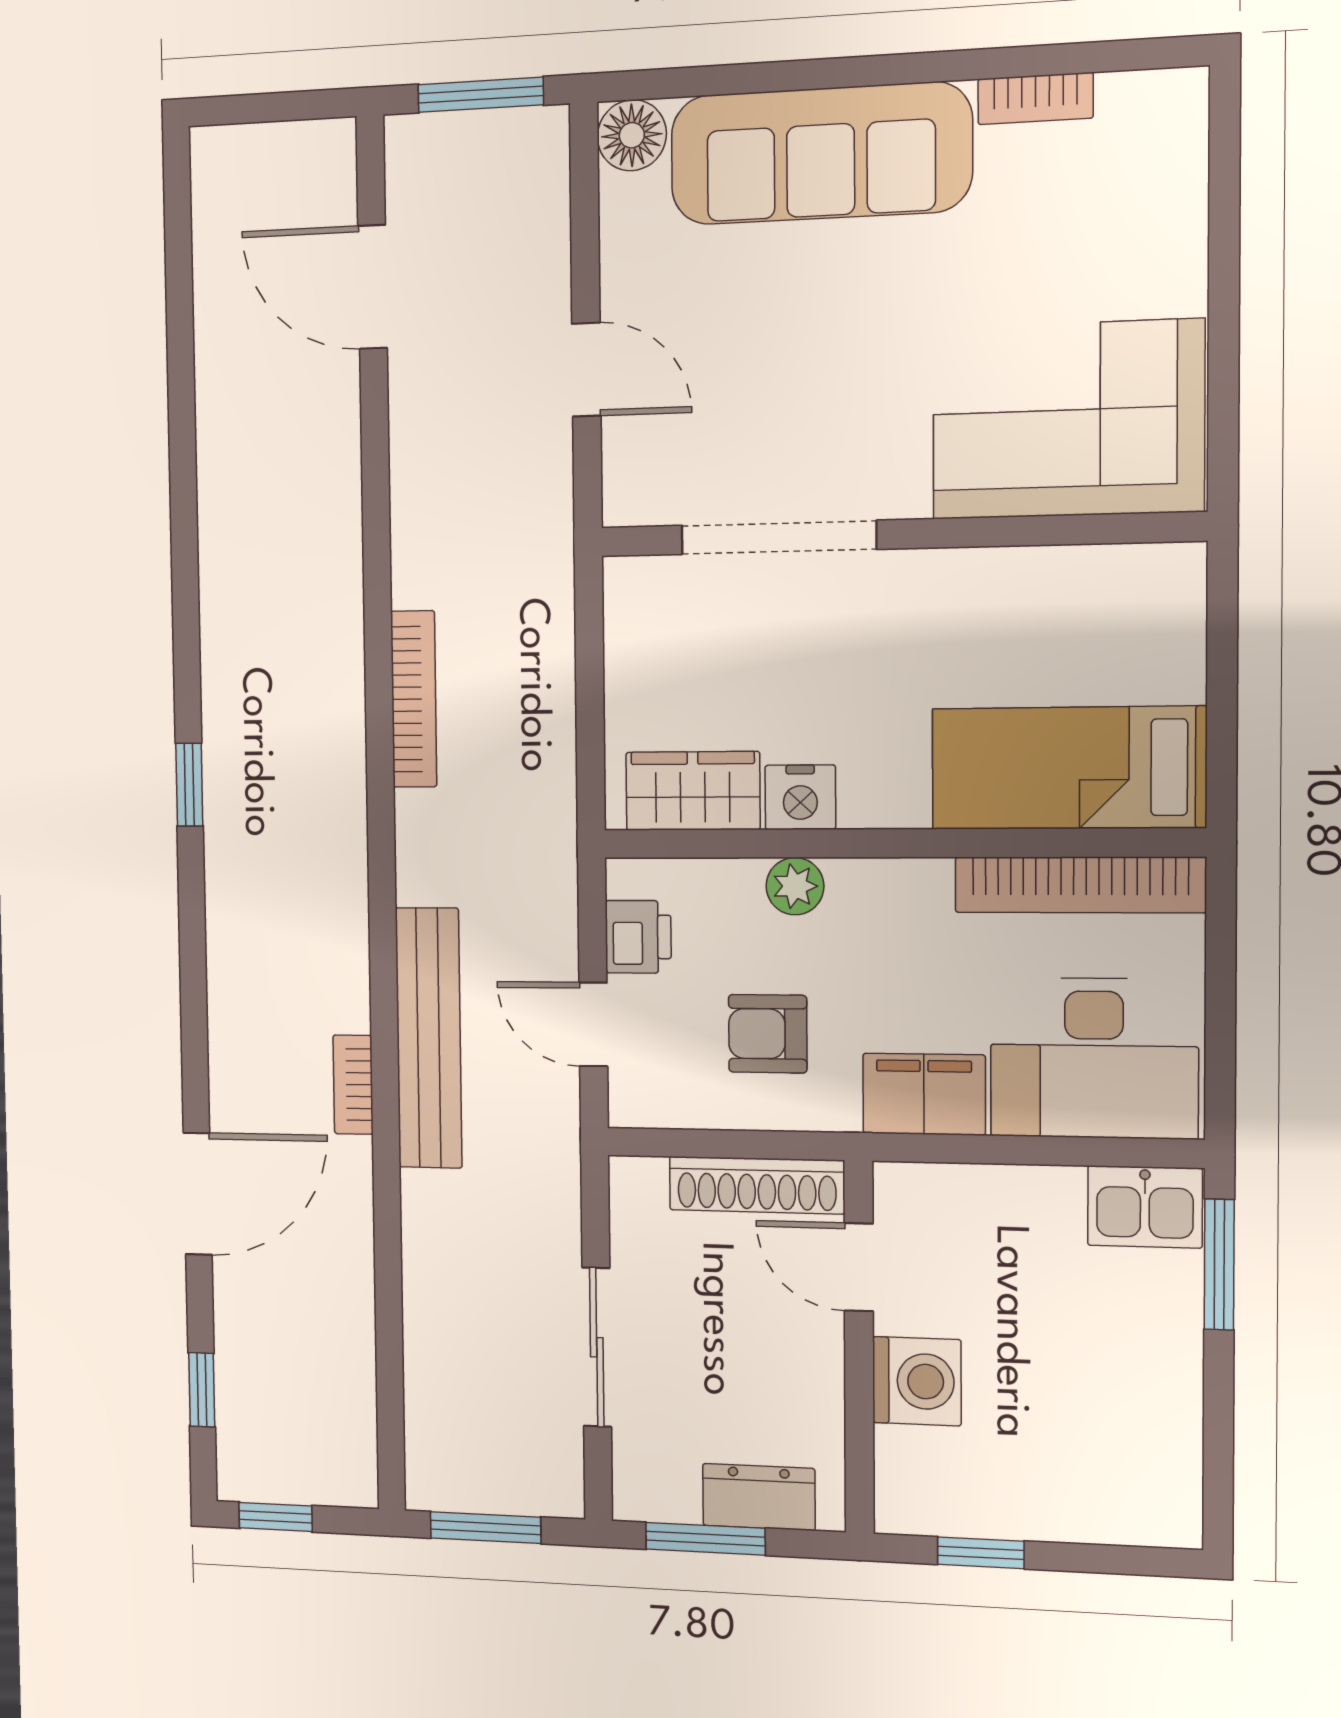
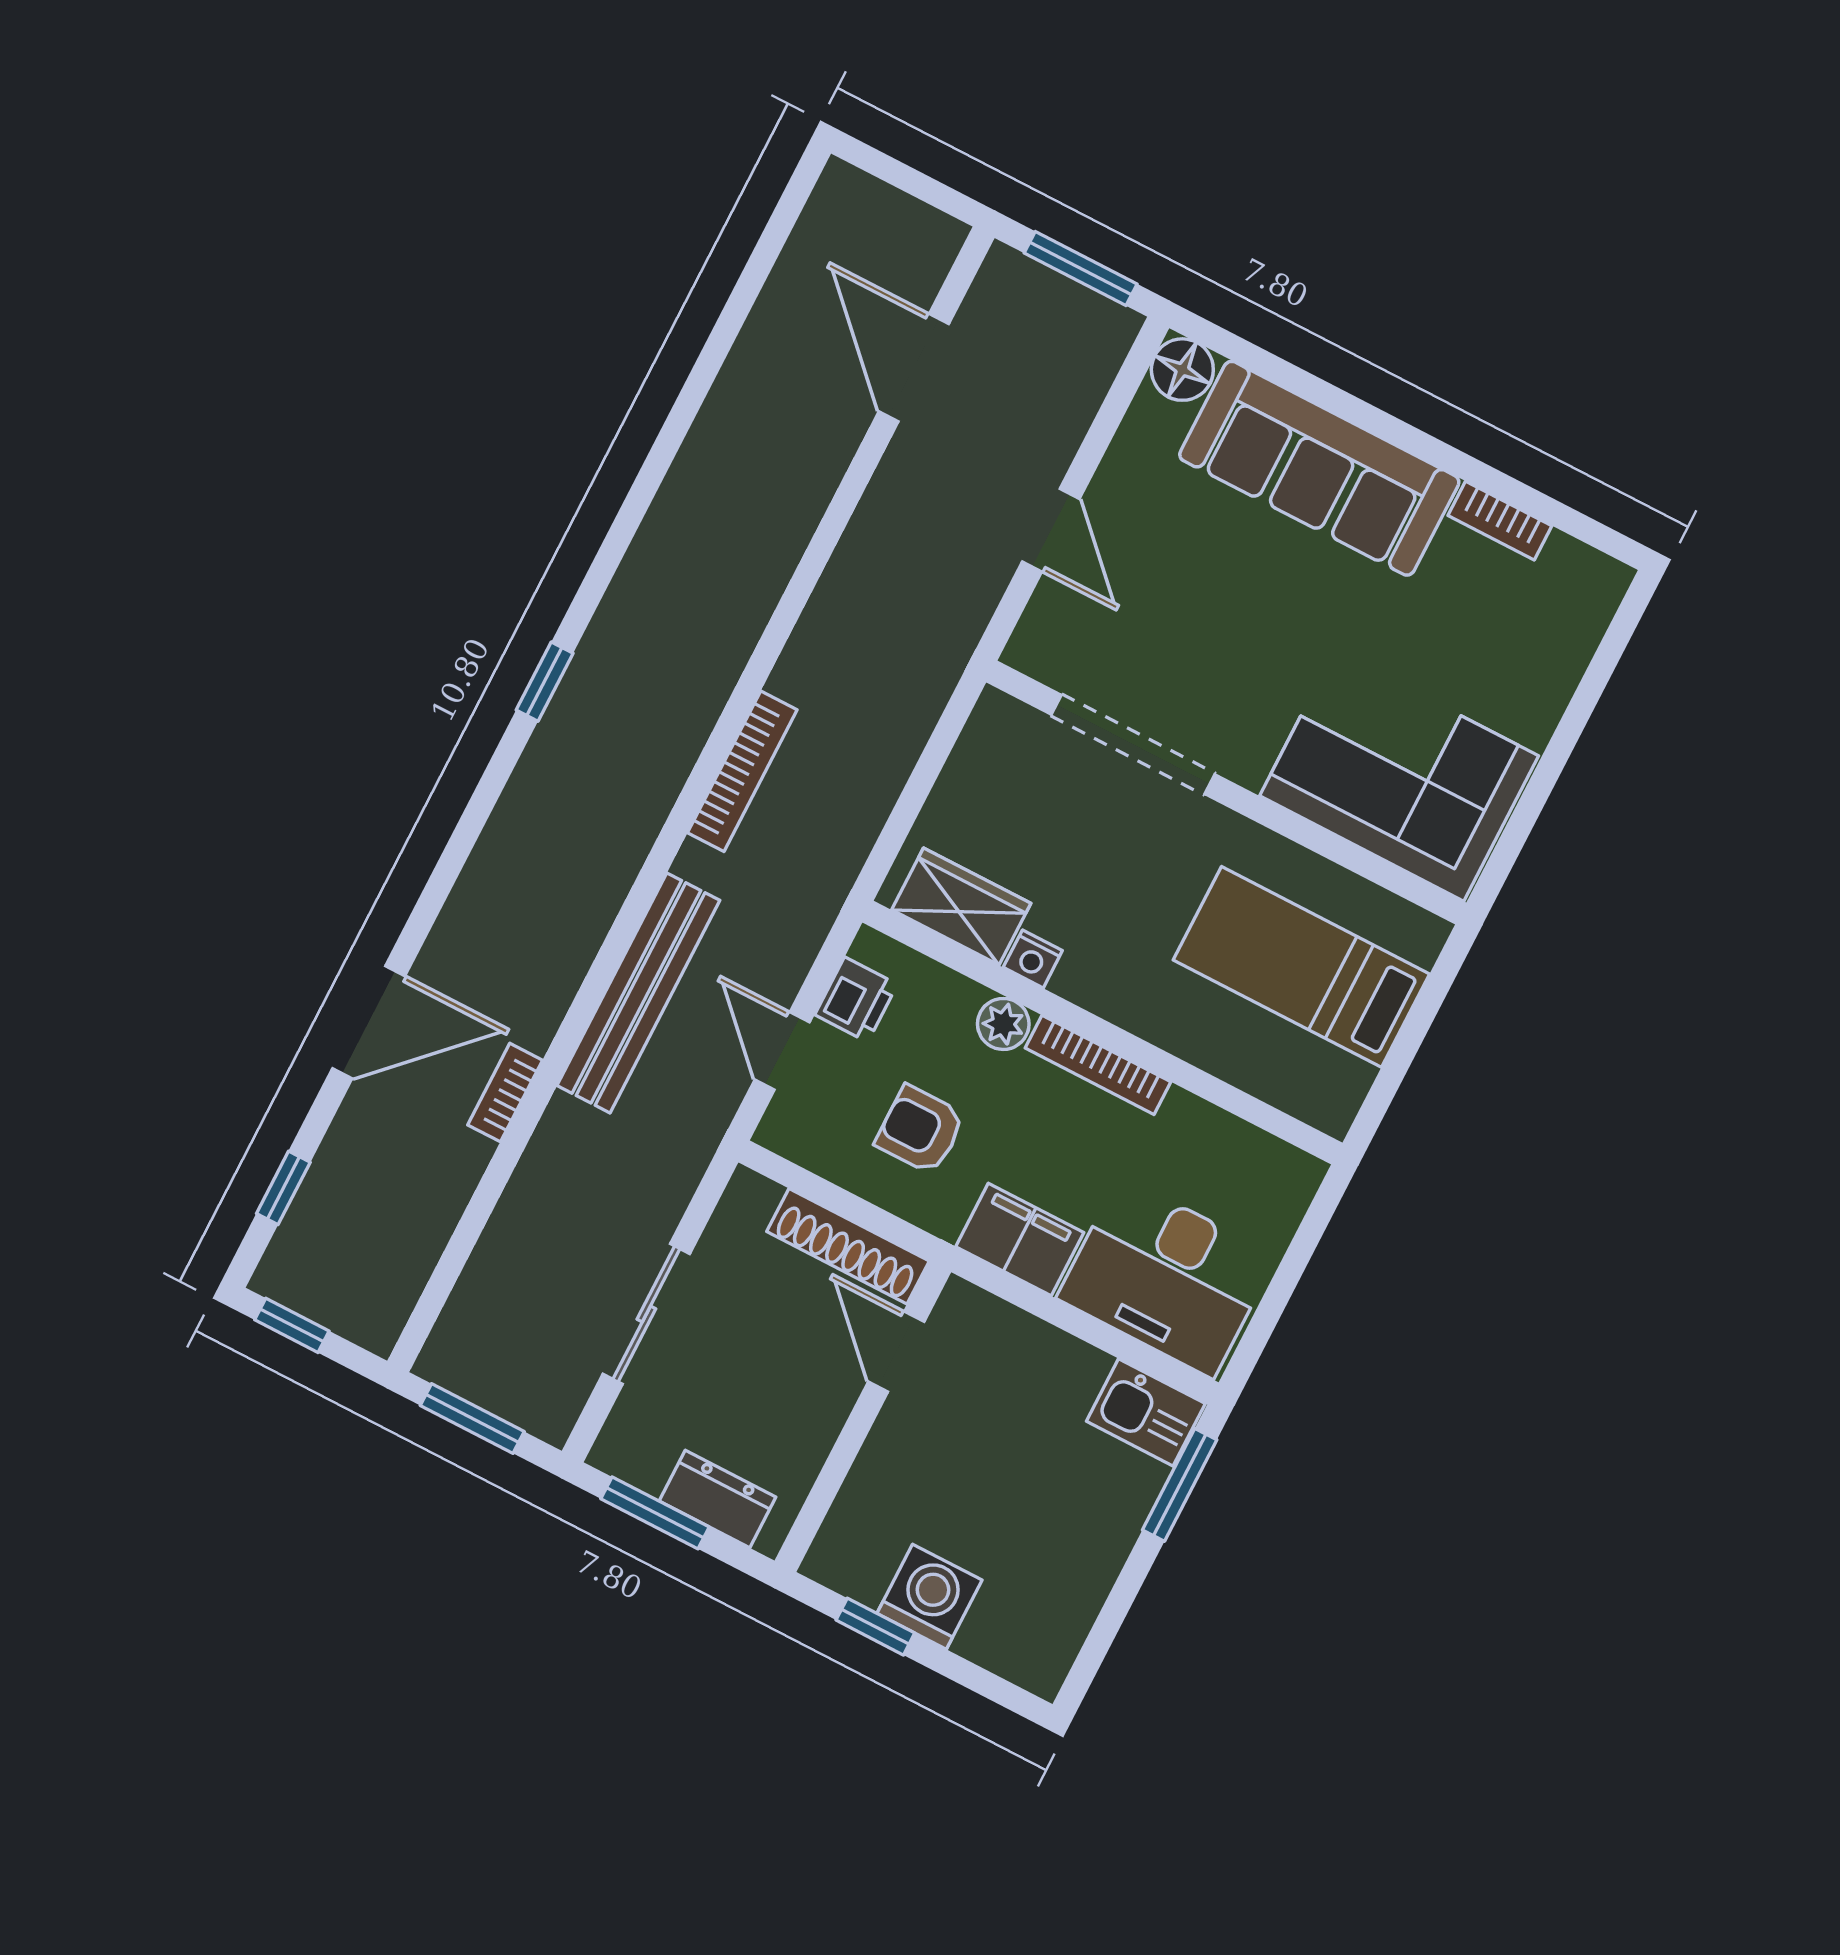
bookcase: (414, 699) -> (742, 771), moved
bed: (1068, 768) -> (1301, 967), moved
nightstand: (800, 797) -> (1033, 959), width x0.72, depth x0.74
bookcase: (1080, 885) -> (1098, 1065), moved, width x0.68, depth x0.76
bookcase: (353, 1085) -> (505, 1093), moved
washing machine: (917, 1381) -> (929, 1597), moved, turned -90

